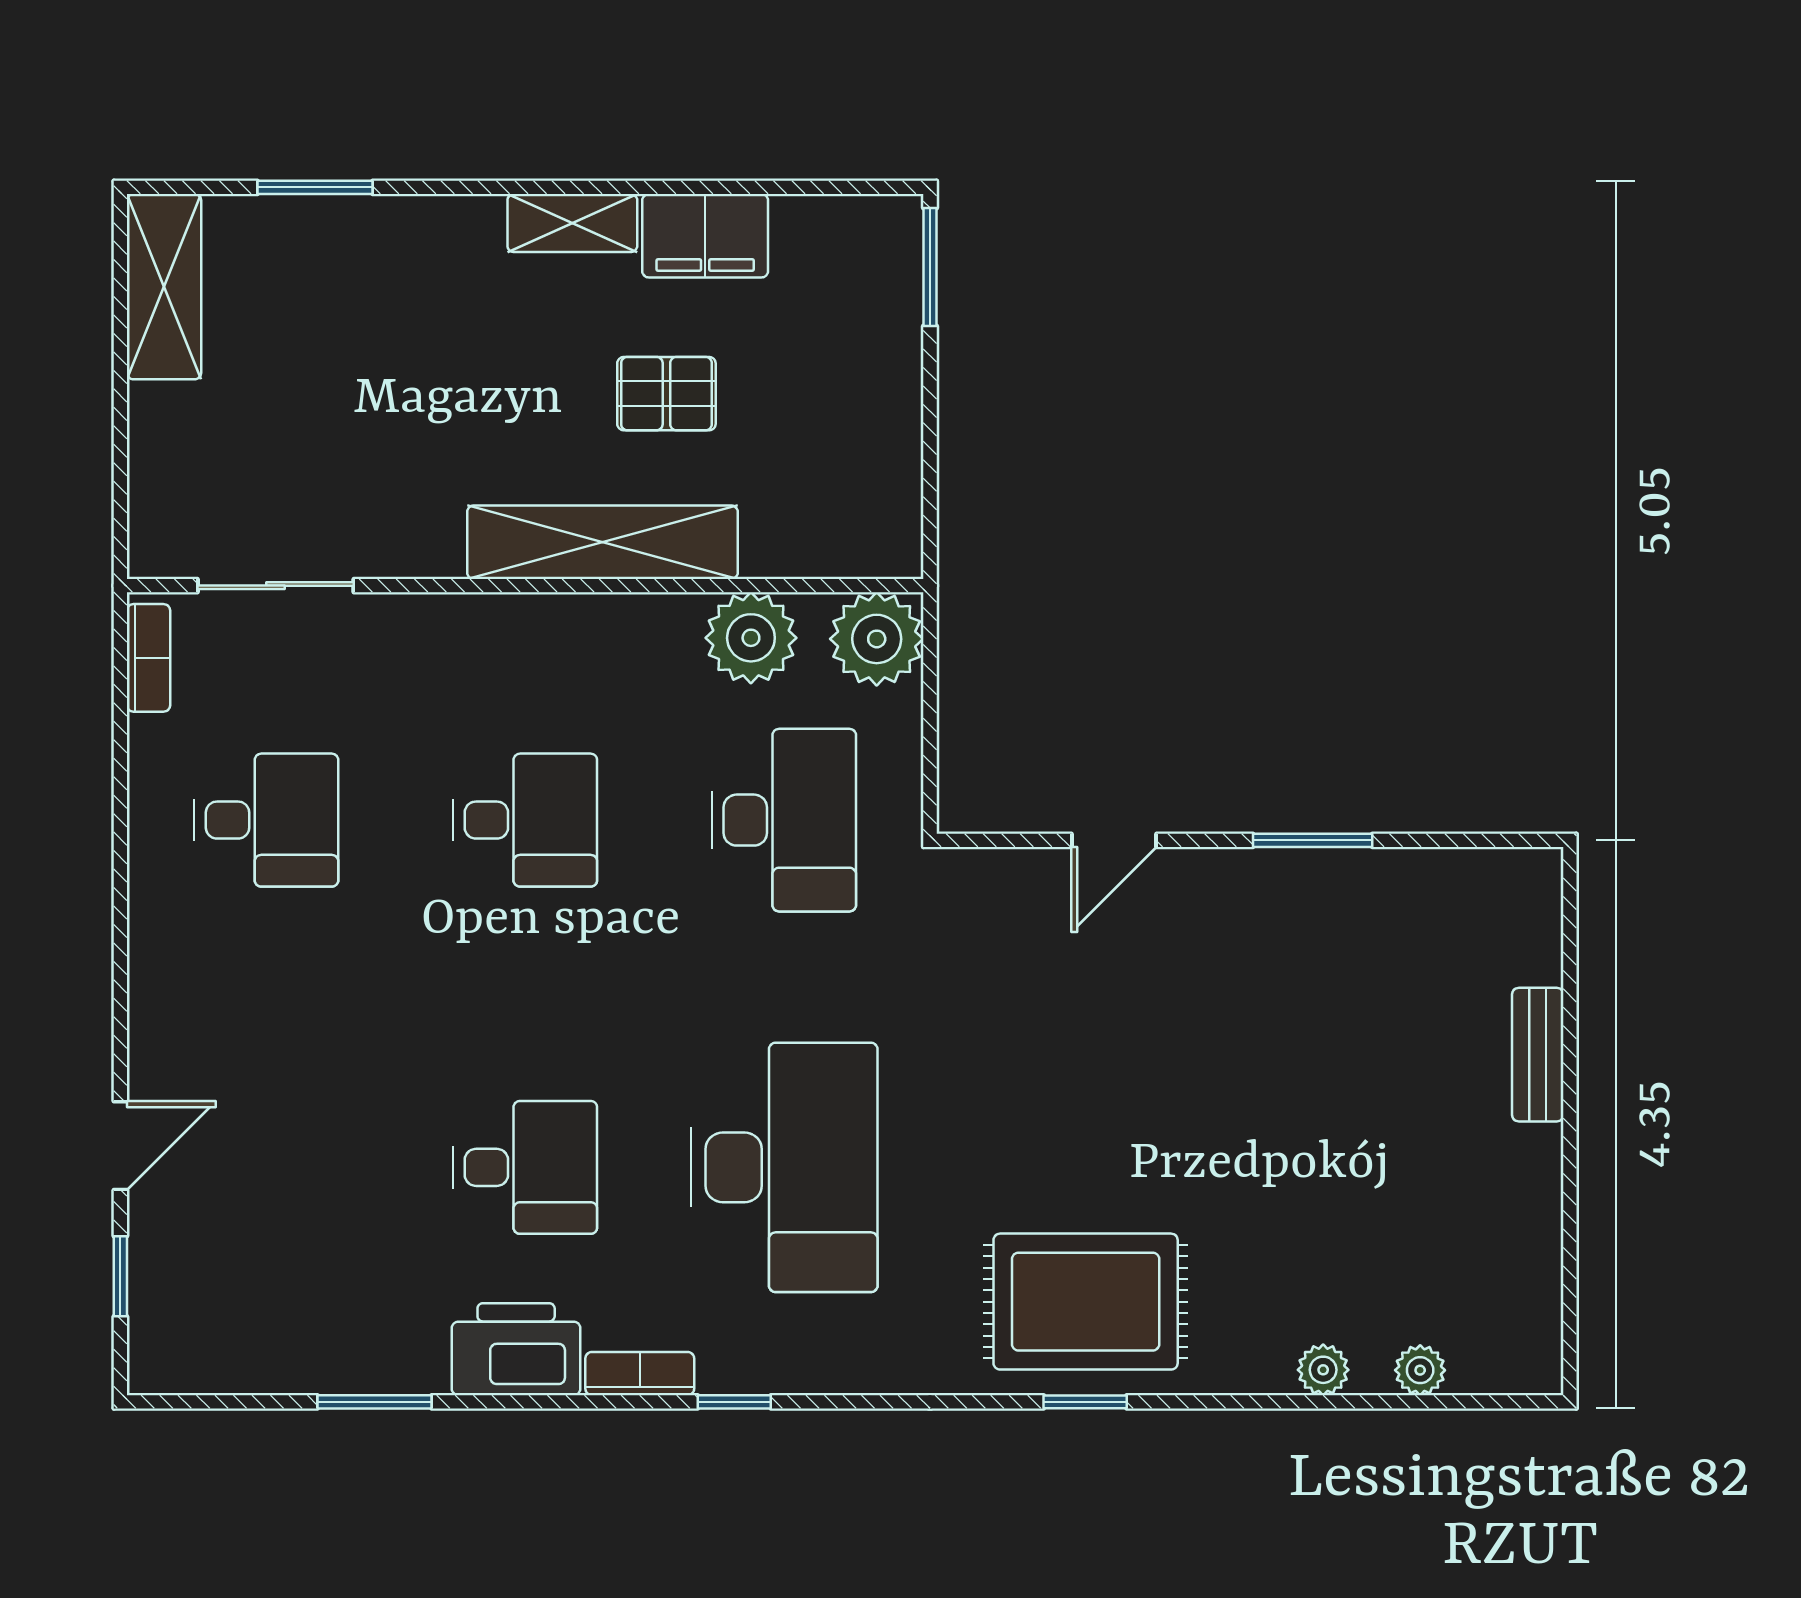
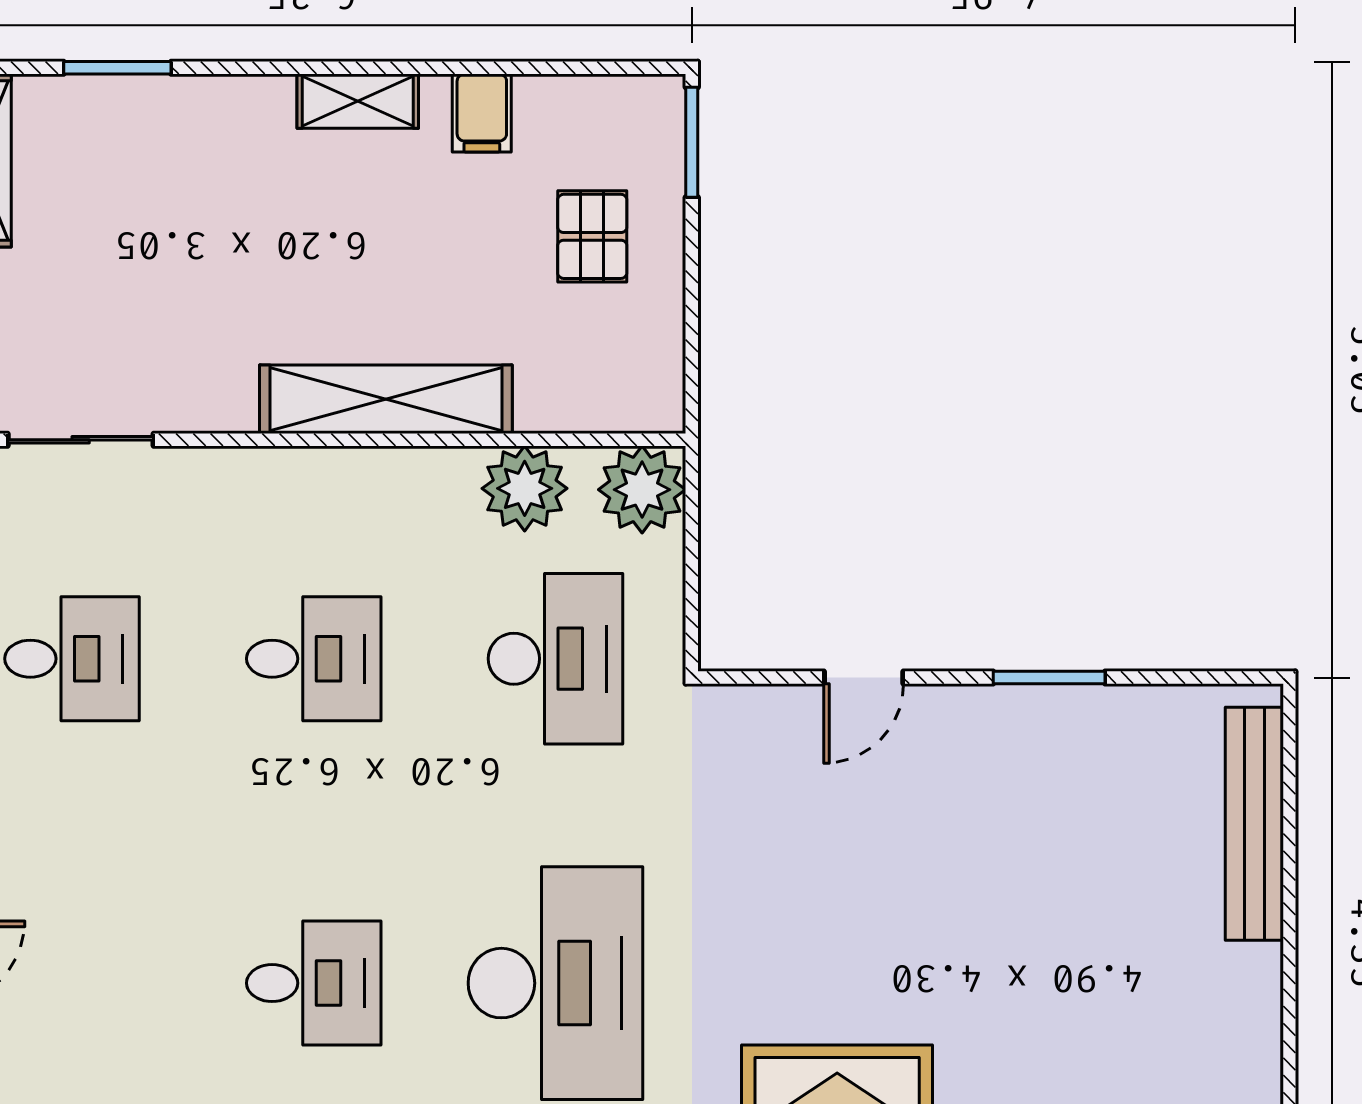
filing cabinet: (705, 236) -> (482, 113), width x0.50
pallet: (666, 394) -> (592, 236), moved, turned 90
bench: (1538, 1055) -> (1254, 824), width x1.86, depth x1.21

